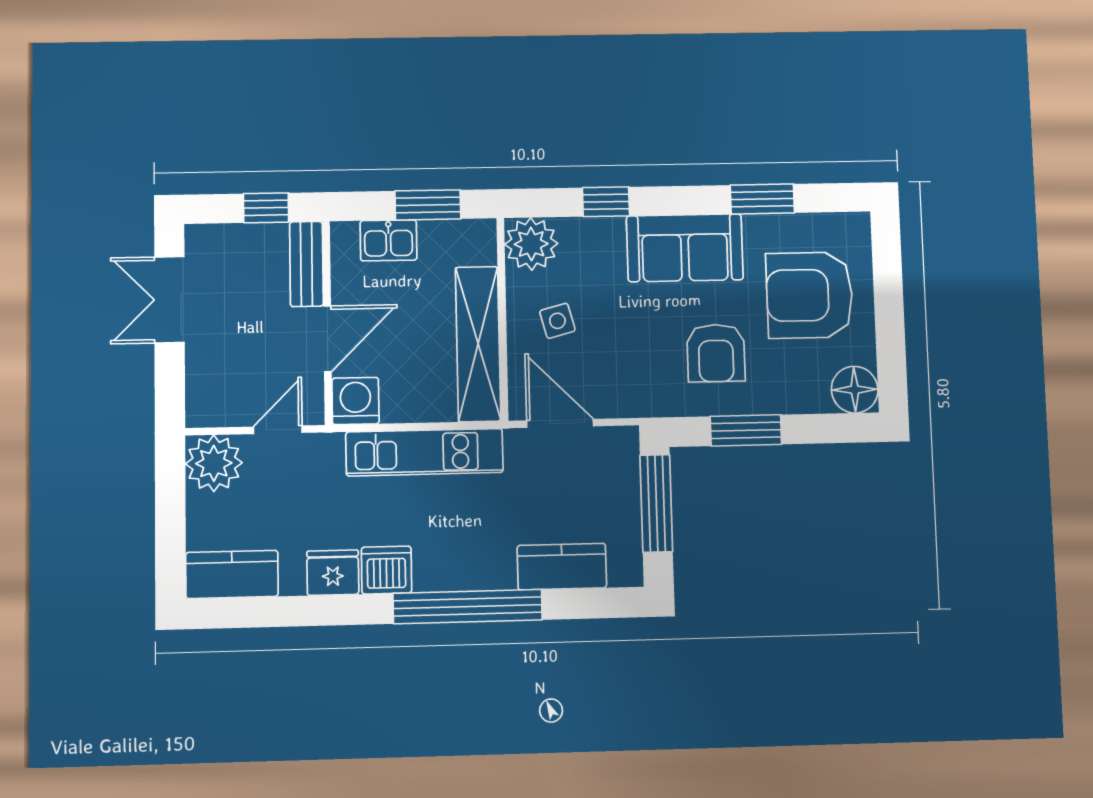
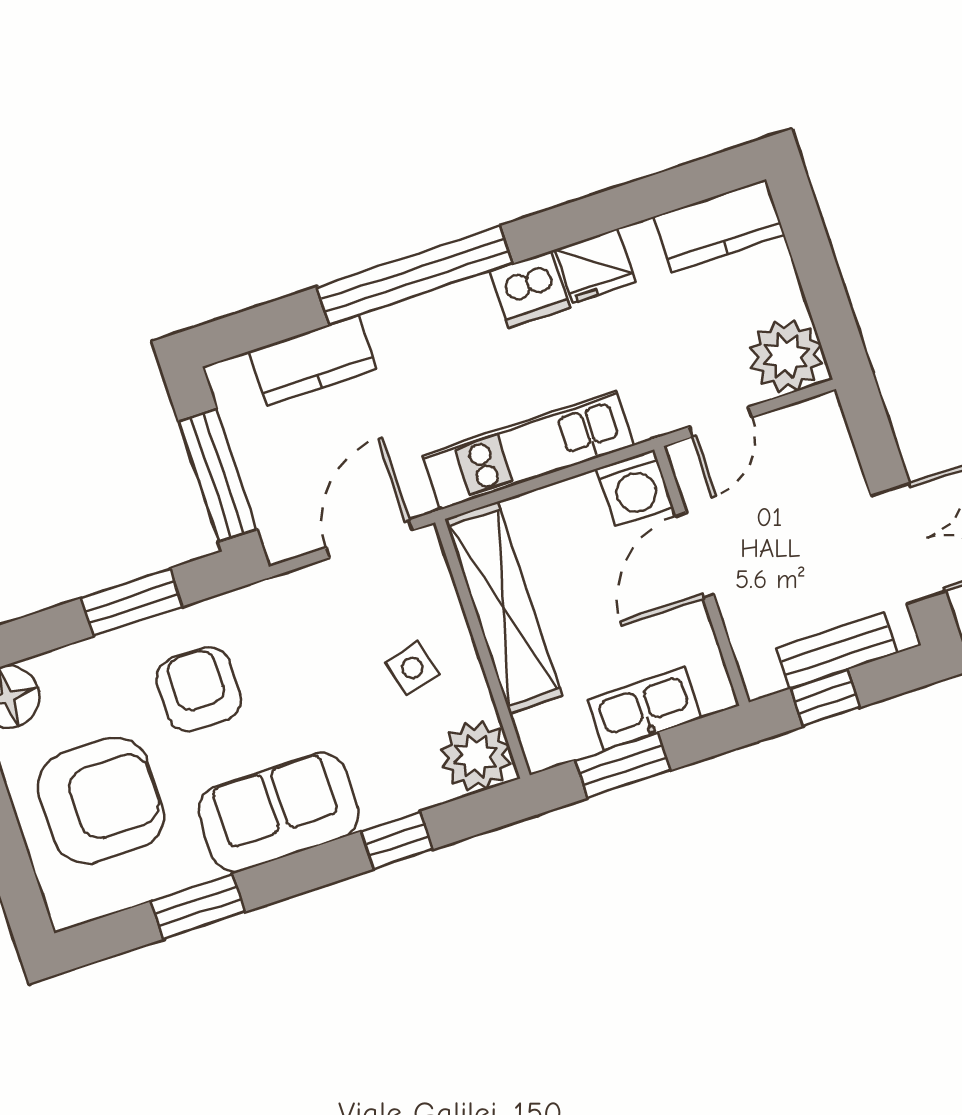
kitchen sink: (388, 240) -> (645, 709), width x1.38
bench: (306, 264) -> (837, 650), moved, turned 90
door: (560, 423) -> (369, 539), swing flipped

